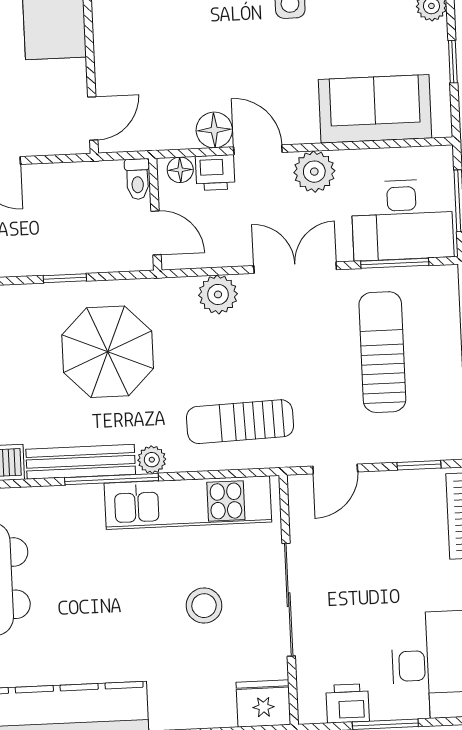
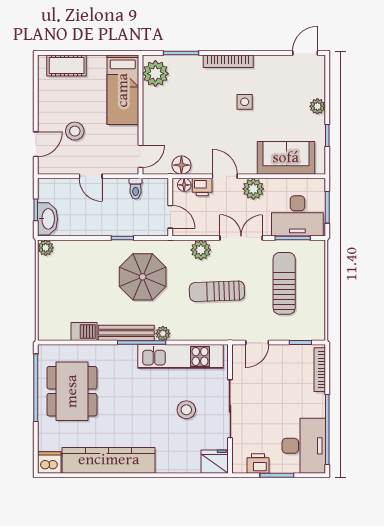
floor lamp: (214, 130) -> (181, 165), moved
toilet: (137, 179) -> (136, 189), moved
sun lounger: (240, 422) -> (217, 291), moved

